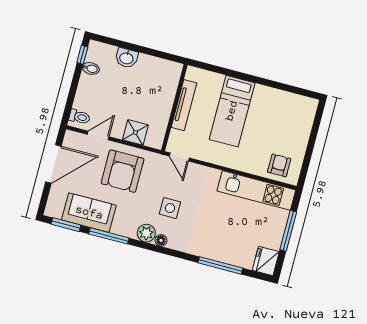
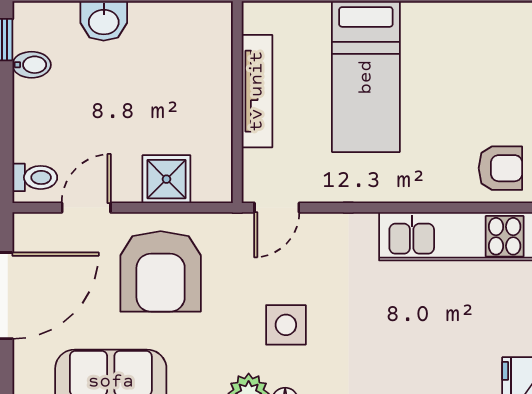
door: (179, 157) -> (277, 208), hinge flipped
armchair: (279, 165) -> (500, 168), turned 90

